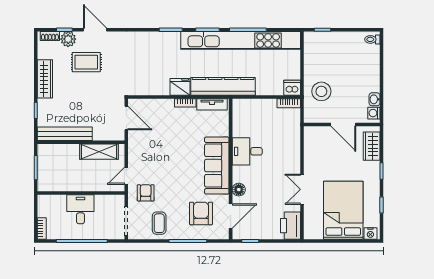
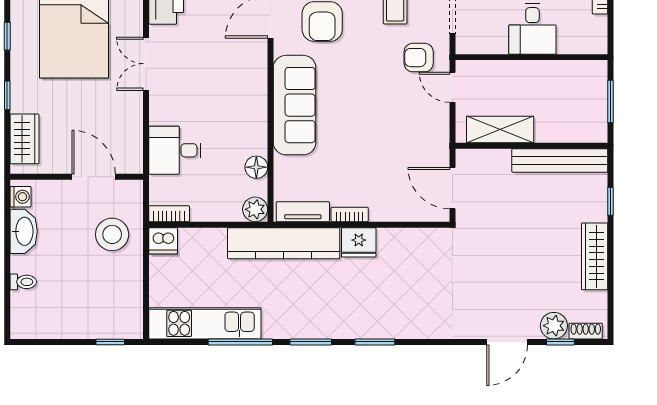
door: (95, 30) -> (507, 342), hinge flipped
toilet: (372, 39) -> (23, 282), moved
kitchen unit: (241, 40) -> (205, 323), width x0.54
rug: (86, 62) -> (522, 285), removed
washbasin: (375, 99) -> (24, 231), width x1.91, depth x1.45
plant: (239, 106) -> (255, 209), added
door: (343, 124) -> (94, 177), moved
desk: (247, 151) -> (175, 150), moved, turned 180
door: (126, 176) -> (452, 87), swing flipped
double door: (302, 189) -> (146, 64), swing flipped
floor lamp: (239, 190) -> (256, 167), moved
armchair: (146, 193) -> (419, 58), turned 90

